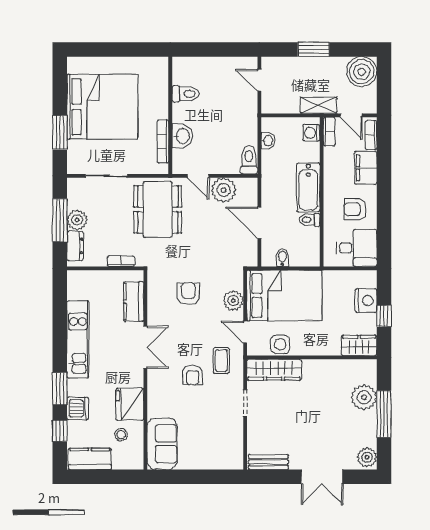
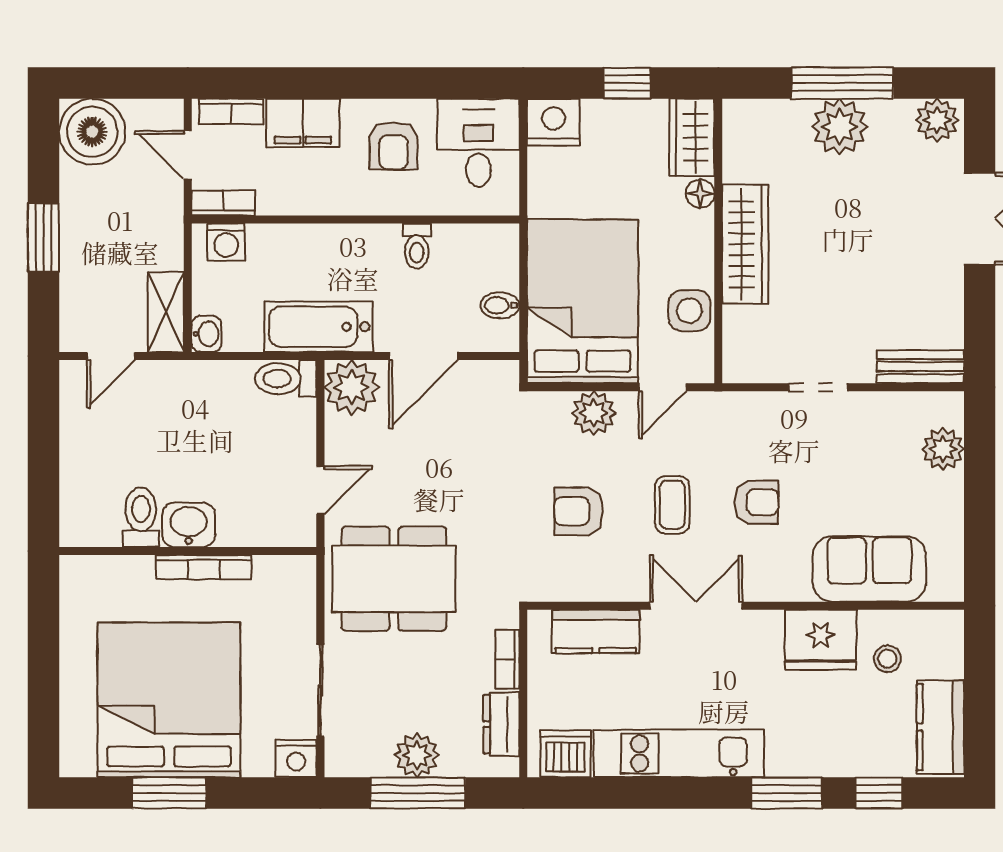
shelving: (318, 105) -> (166, 312), moved
door: (351, 115) -> (188, 155), swing flipped
window: (60, 132) -> (169, 793), moved
washbasin: (182, 136) -> (189, 525), moved
bookcase: (163, 141) -> (204, 567), moved
washbasin: (268, 141) -> (206, 334), moved, turned 90
nightstand: (76, 165) -> (296, 759), added
bathtub: (308, 187) -> (319, 327), moved, turned 180
plant: (224, 190) -> (352, 387), moved
dresser: (75, 246) -> (501, 724), moved, turned -90
nightstand: (366, 301) -> (553, 122), moved
floor lamp: (333, 349) -> (700, 194), added
coffee table: (221, 361) -> (672, 505), moved, turned 90
wardrobe: (274, 370) -> (745, 244), moved
plant: (364, 397) -> (840, 127), moved
dishwasher: (78, 408) -> (565, 754), moved
sofa: (162, 444) -> (869, 569), moved
plant: (217, 460) -> (943, 449), added
bench: (268, 462) -> (920, 367), moved, turned 90

